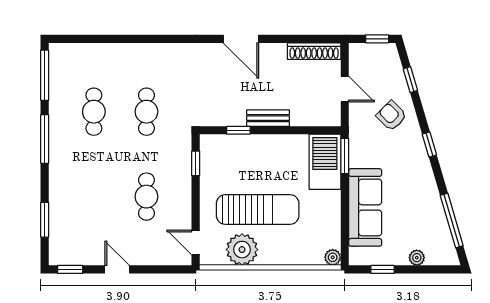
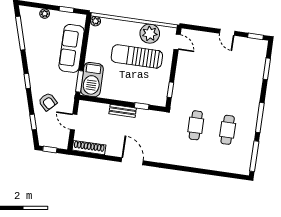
cafe table: (146, 197) -> (203, 74), removed

